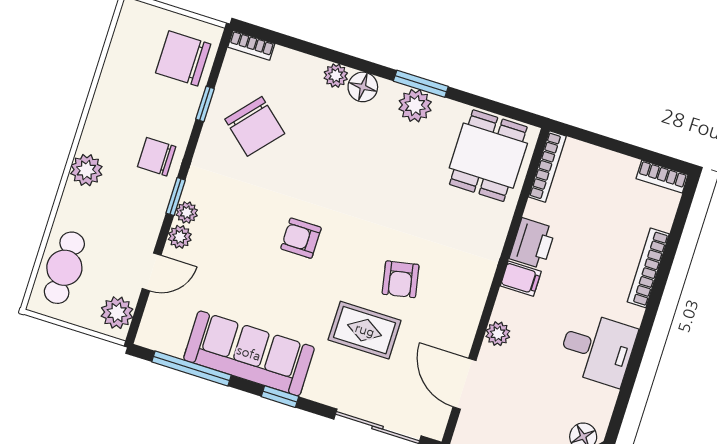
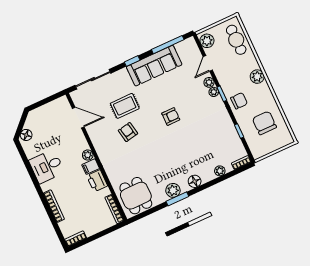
chair: (183, 58) -> (264, 123), moved, turned -90
plant: (336, 76) -> (220, 171), moved
chair: (255, 126) -> (217, 138), removed
plant: (498, 334) -> (88, 155), moved

